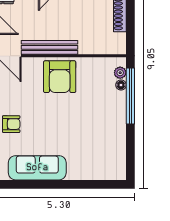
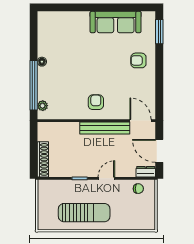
armchair: (60, 77) -> (96, 102), width x0.53, depth x0.53
floor lamp: (121, 85) -> (42, 62), moved

